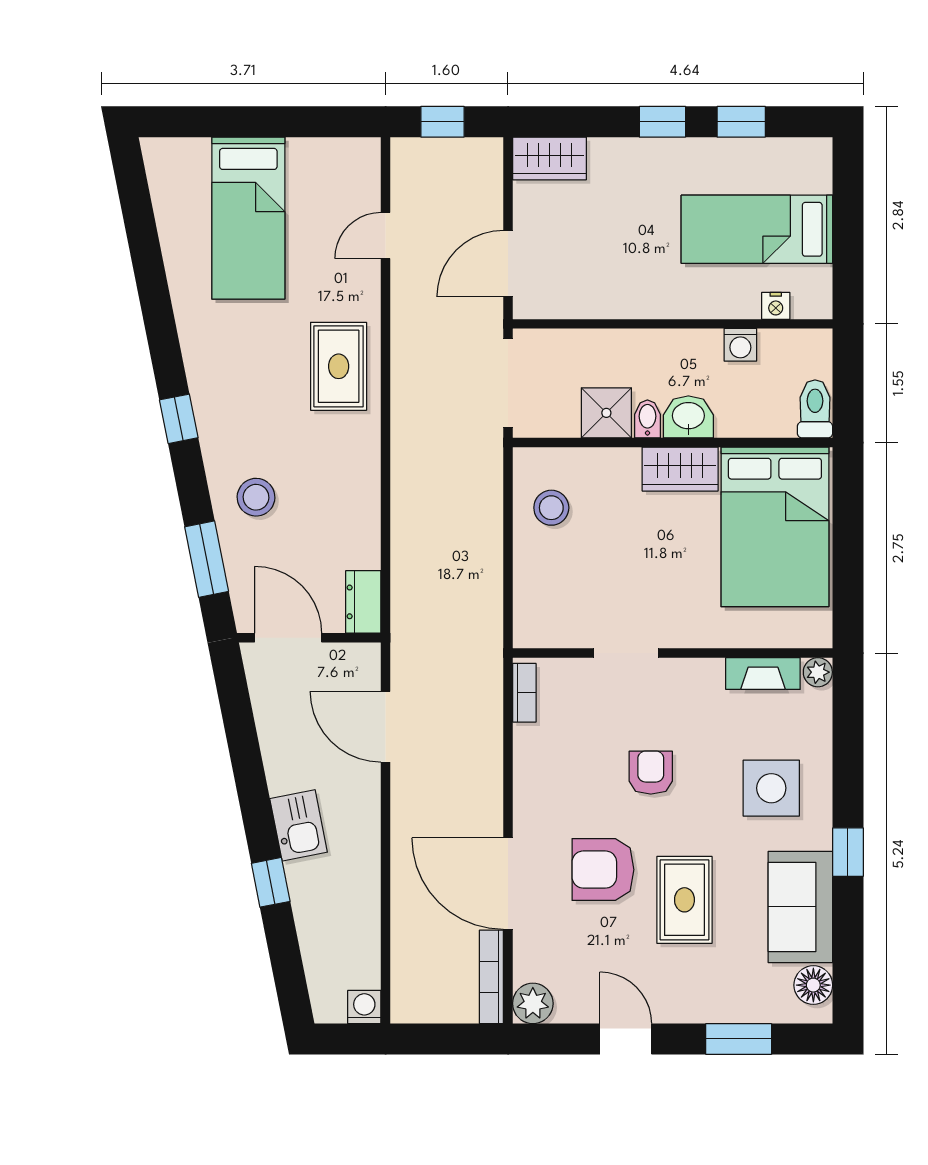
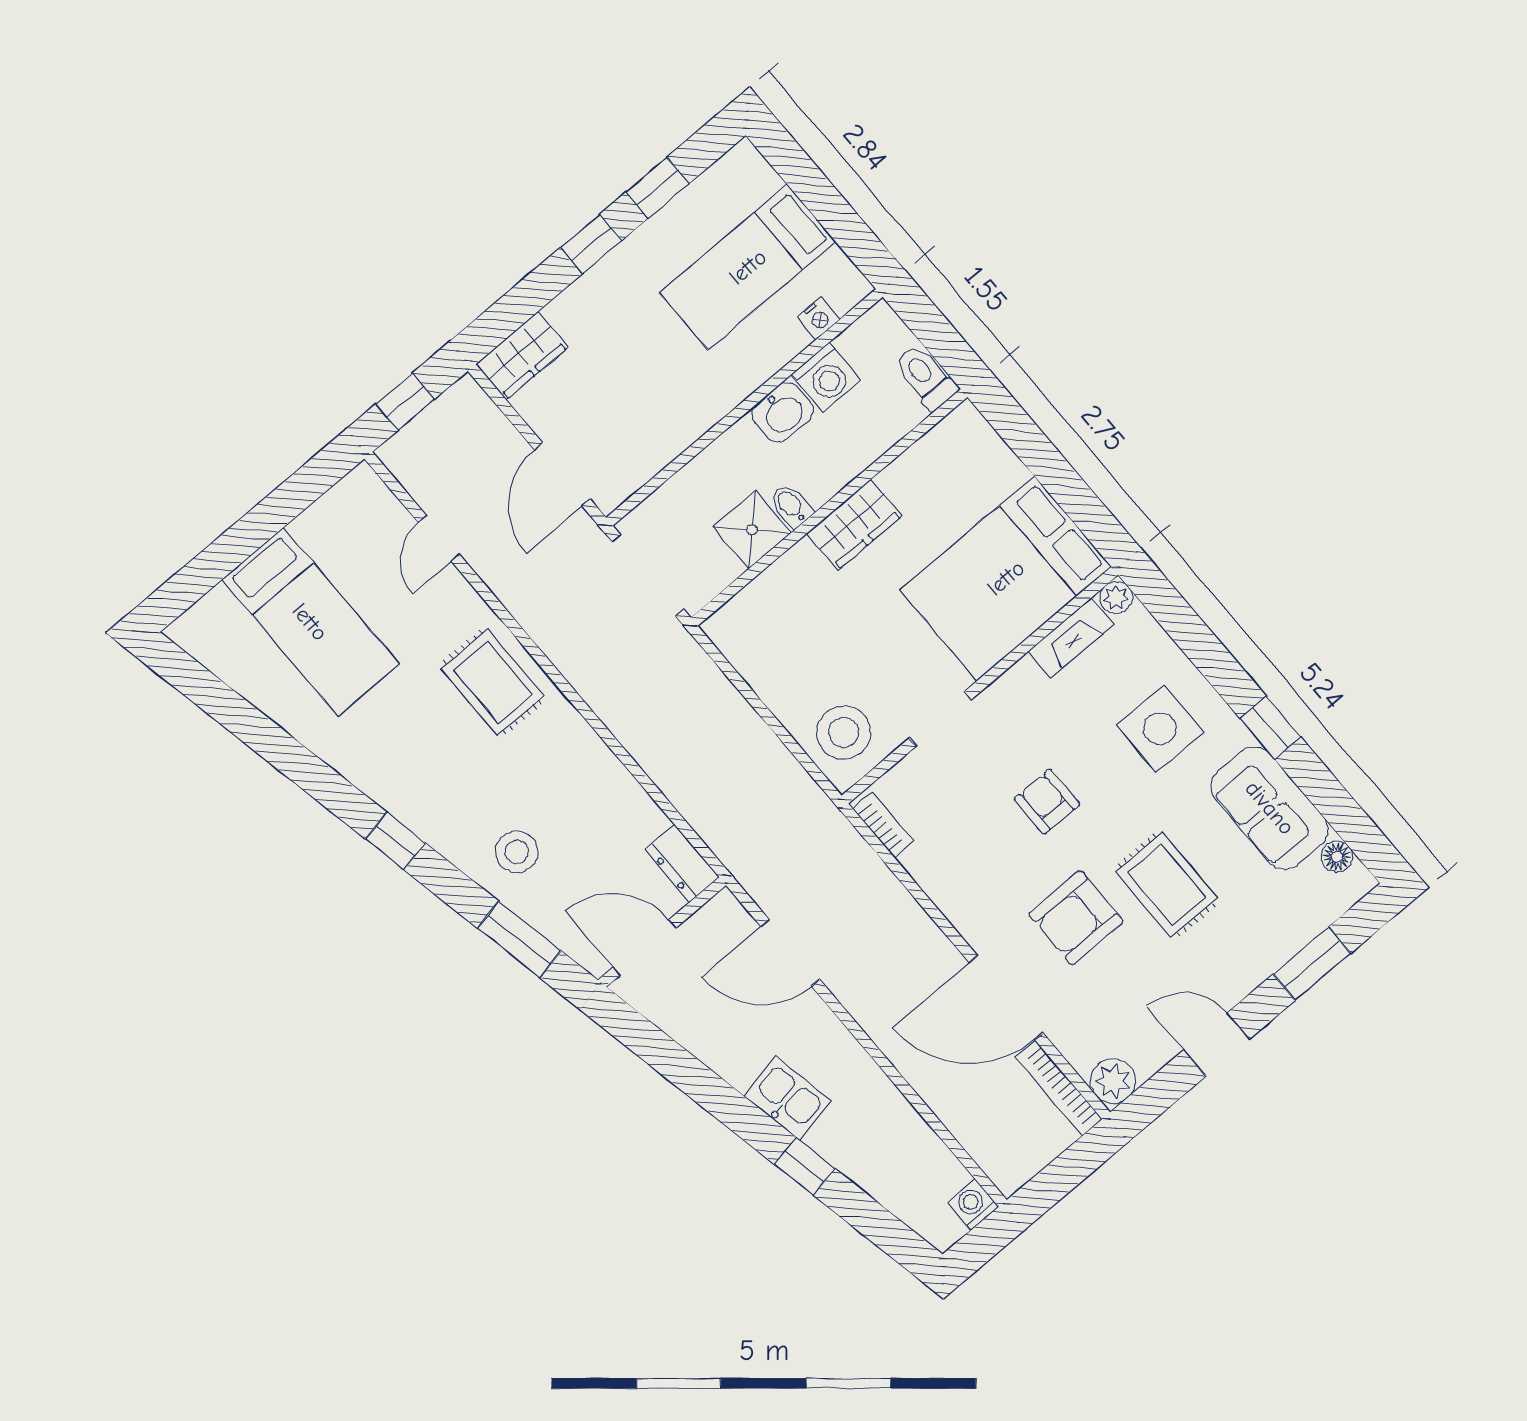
washing machine: (740, 345) -> (826, 377), width x1.38, depth x1.38
washbasin: (688, 417) -> (782, 412), moved, turned 180
stool: (551, 508) -> (844, 732), moved, width x1.38, depth x1.38
bed: (775, 527) -> (1006, 578), moved, turned 90
floor lamp: (813, 985) -> (1337, 857), width x0.73, depth x0.73

